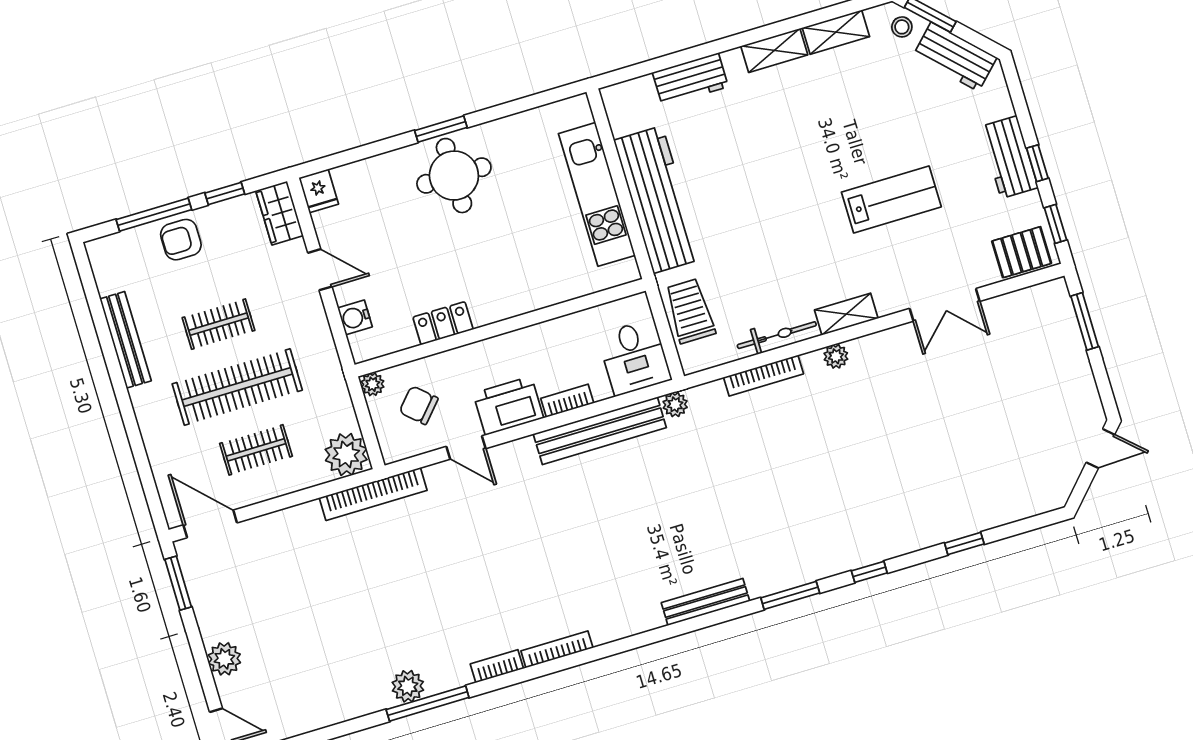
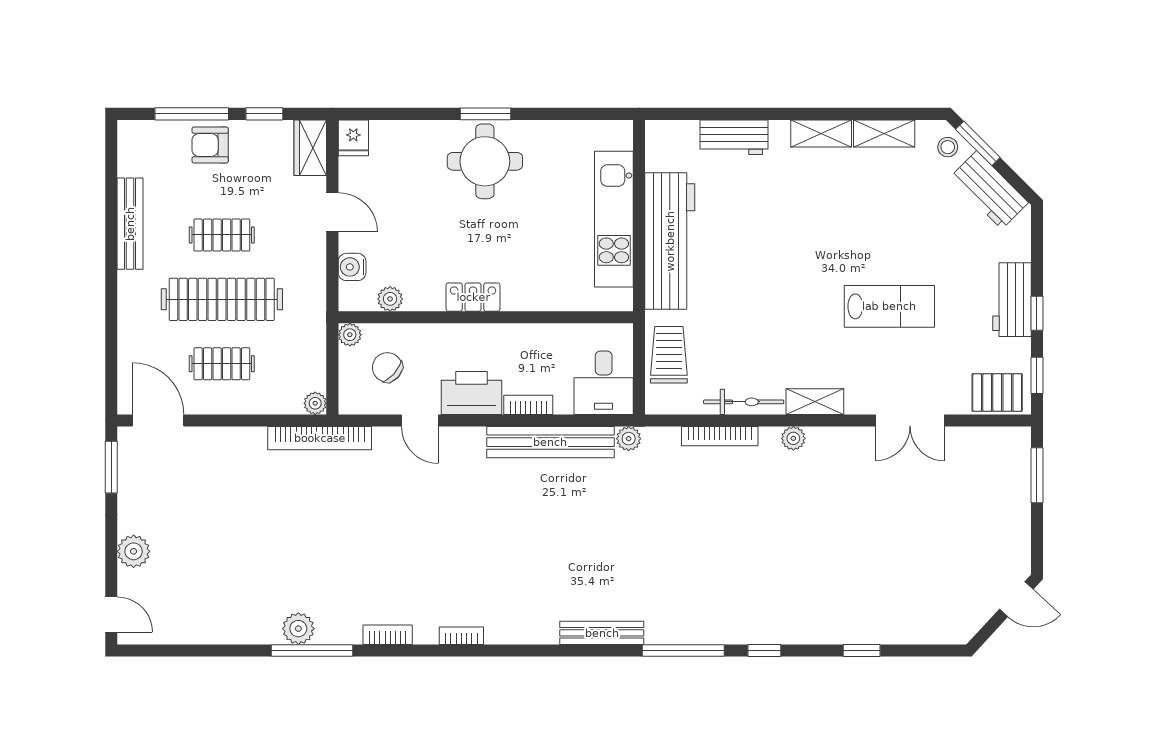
locker: (443, 323) -> (473, 297), moved
plant: (401, 338) -> (390, 299), added
plant: (346, 454) -> (315, 403), width x0.53, depth x0.53
window: (790, 595) -> (683, 650), width x1.44
bookcase: (557, 649) -> (461, 636), width x0.64

